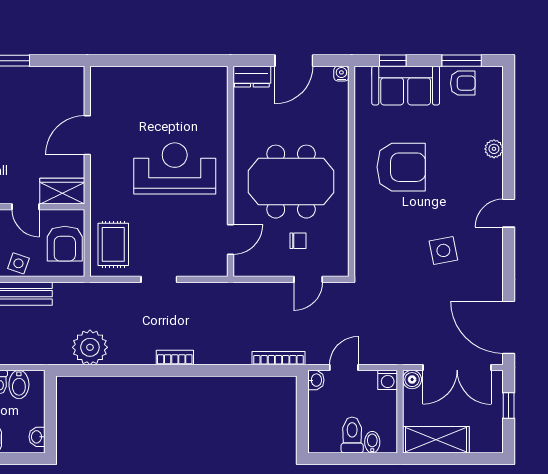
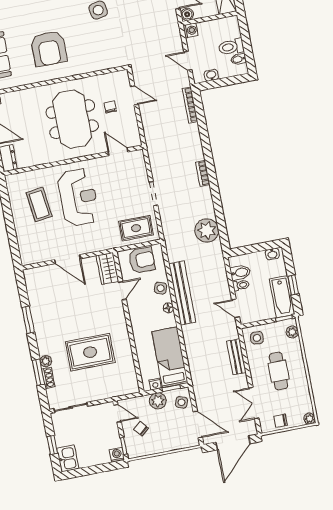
coffee table: (175, 109) -> (39, 205), added
armchair: (401, 167) -> (49, 48), turned 180
reception desk: (175, 168) -> (78, 197), turned 180
washbasin: (316, 380) -> (211, 75), moved
bidet: (372, 442) -> (239, 59), moved

